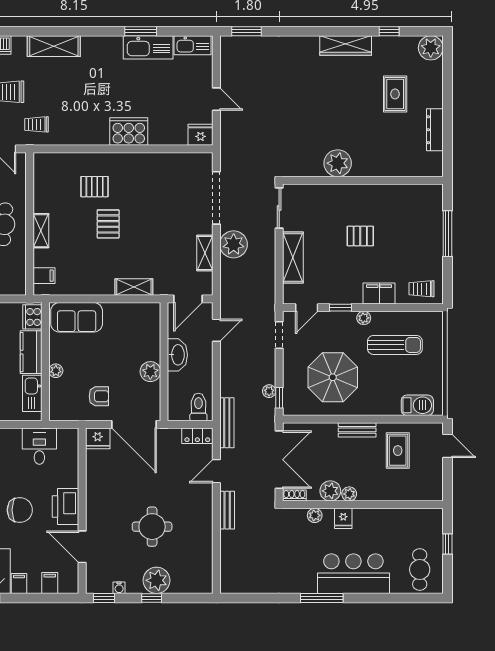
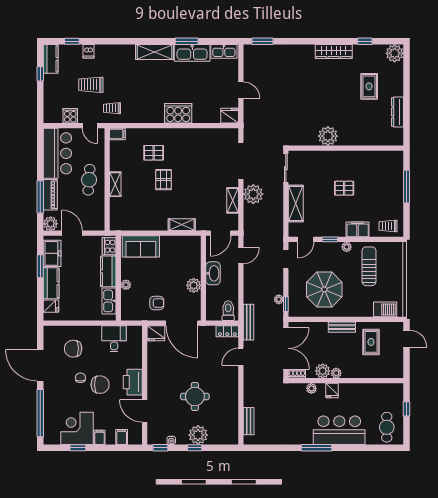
shelving: (54, 46) -> (155, 52), moved
filing cabinet: (44, 276) -> (117, 134), moved
sun lounger: (395, 345) -> (369, 266), turned -90
bench: (227, 510) -> (249, 421), moved

